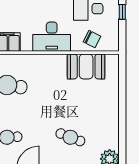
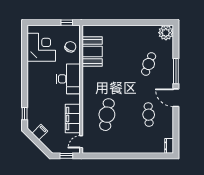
window: (122, 12) -> (67, 23), moved

